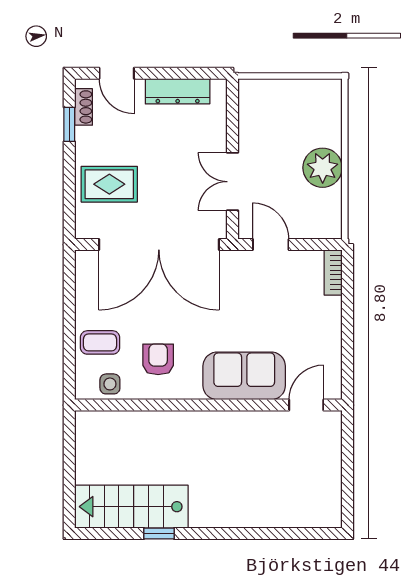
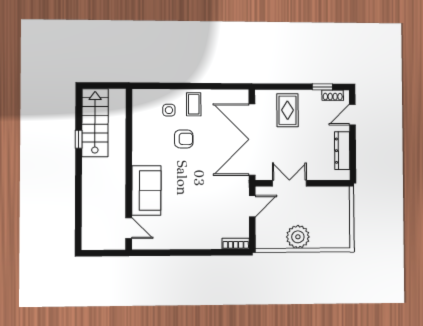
sofa: (244, 376) -> (146, 191), moved
wall: (208, 405) -> (129, 169), moved
door: (306, 405) -> (129, 228), moved

